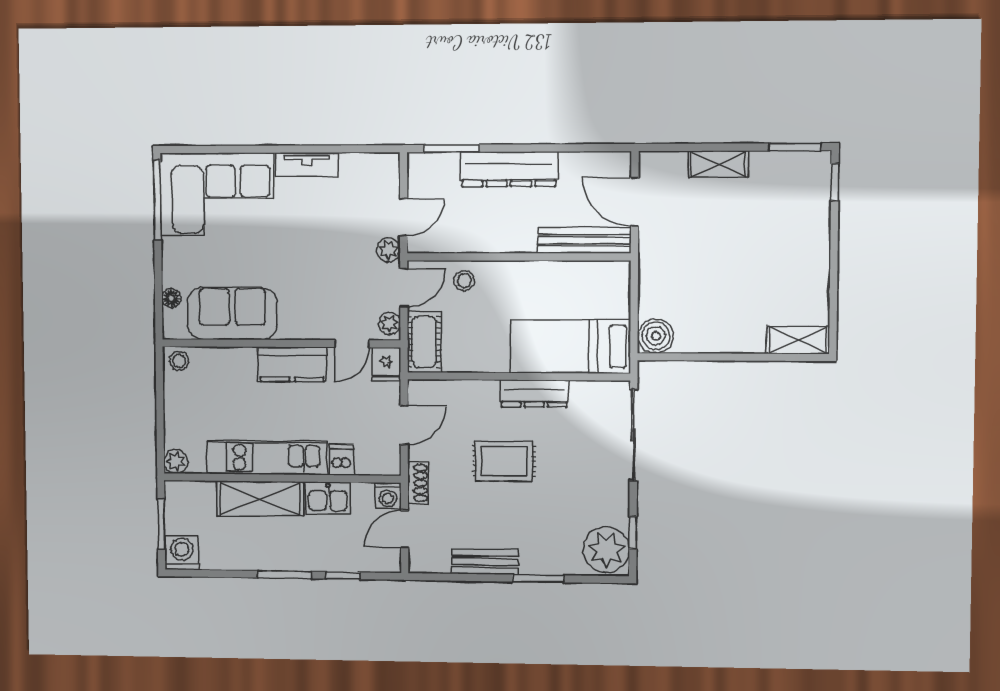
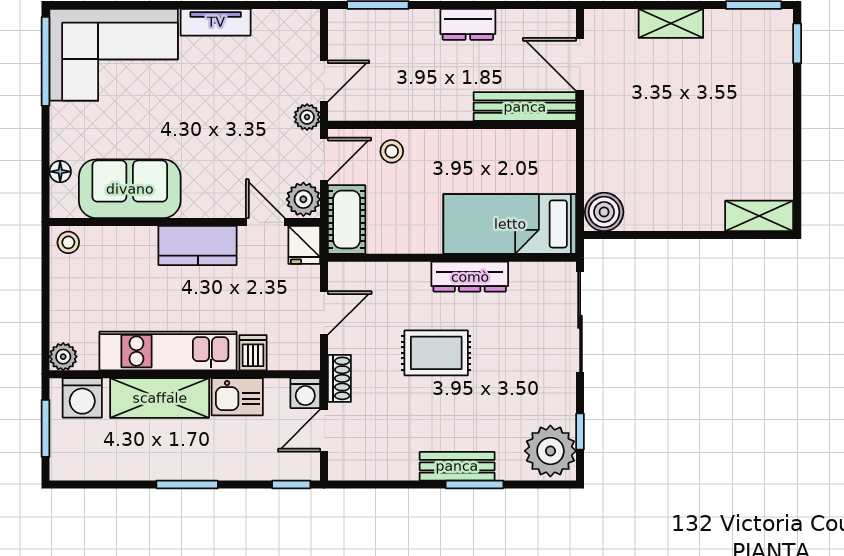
dresser: (509, 169) -> (468, 24), width x0.51, depth x0.80
plant: (390, 324) -> (303, 199), width x1.38, depth x1.38
door: (352, 344) -> (265, 222), swing flipped
washing machine: (182, 553) -> (82, 398), moved, turned 180
bench: (485, 562) -> (457, 466), moved
window: (343, 576) -> (291, 484), moved

